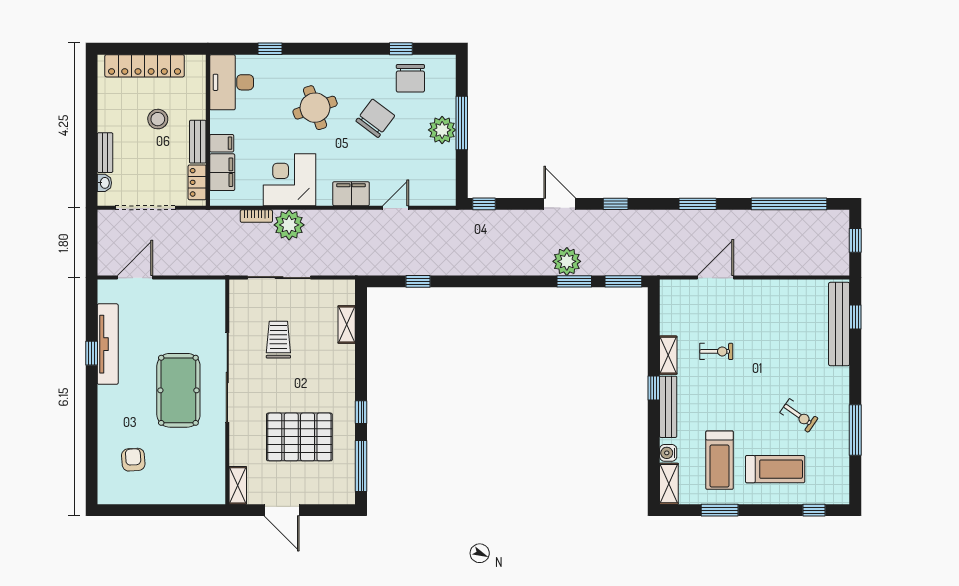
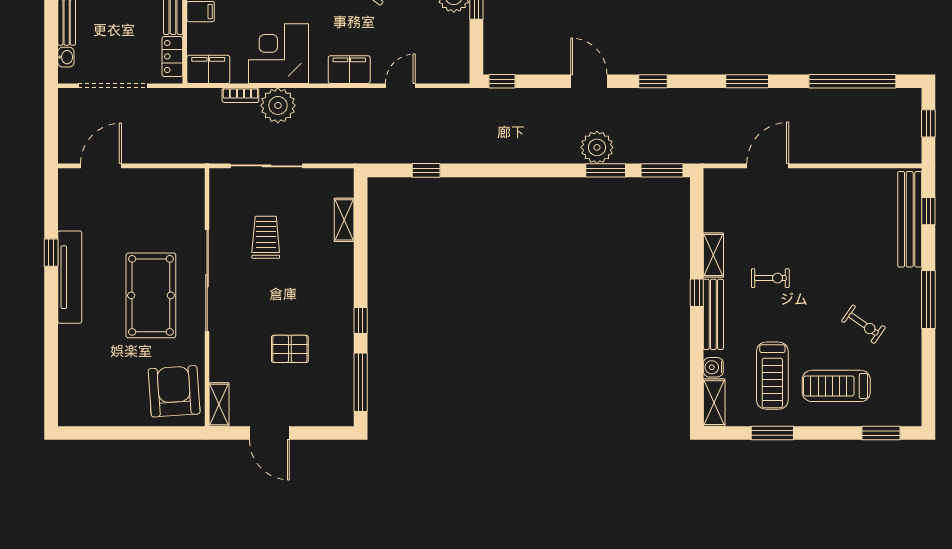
filing cabinet: (222, 172) -> (208, 69), moved, turned -90
tv unit: (108, 344) -> (70, 277), moved
exercise bike: (716, 351) -> (770, 278), moved
window: (855, 430) -> (928, 300), moved
pallet: (299, 437) -> (290, 349), width x0.49, depth x0.50
armchair: (133, 460) -> (174, 391), moved, width x1.88, depth x1.88
treadmill: (775, 469) -> (836, 386), turned 180
window: (814, 510) -> (881, 433), width x1.50

